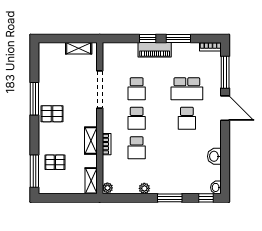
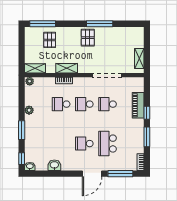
piano: (155, 50) -> (138, 105), moved

